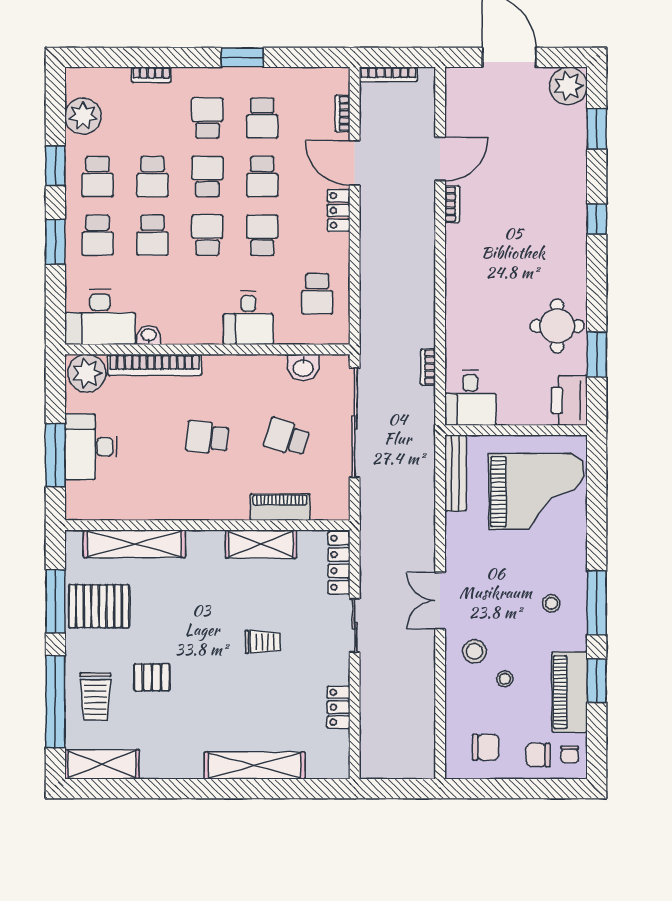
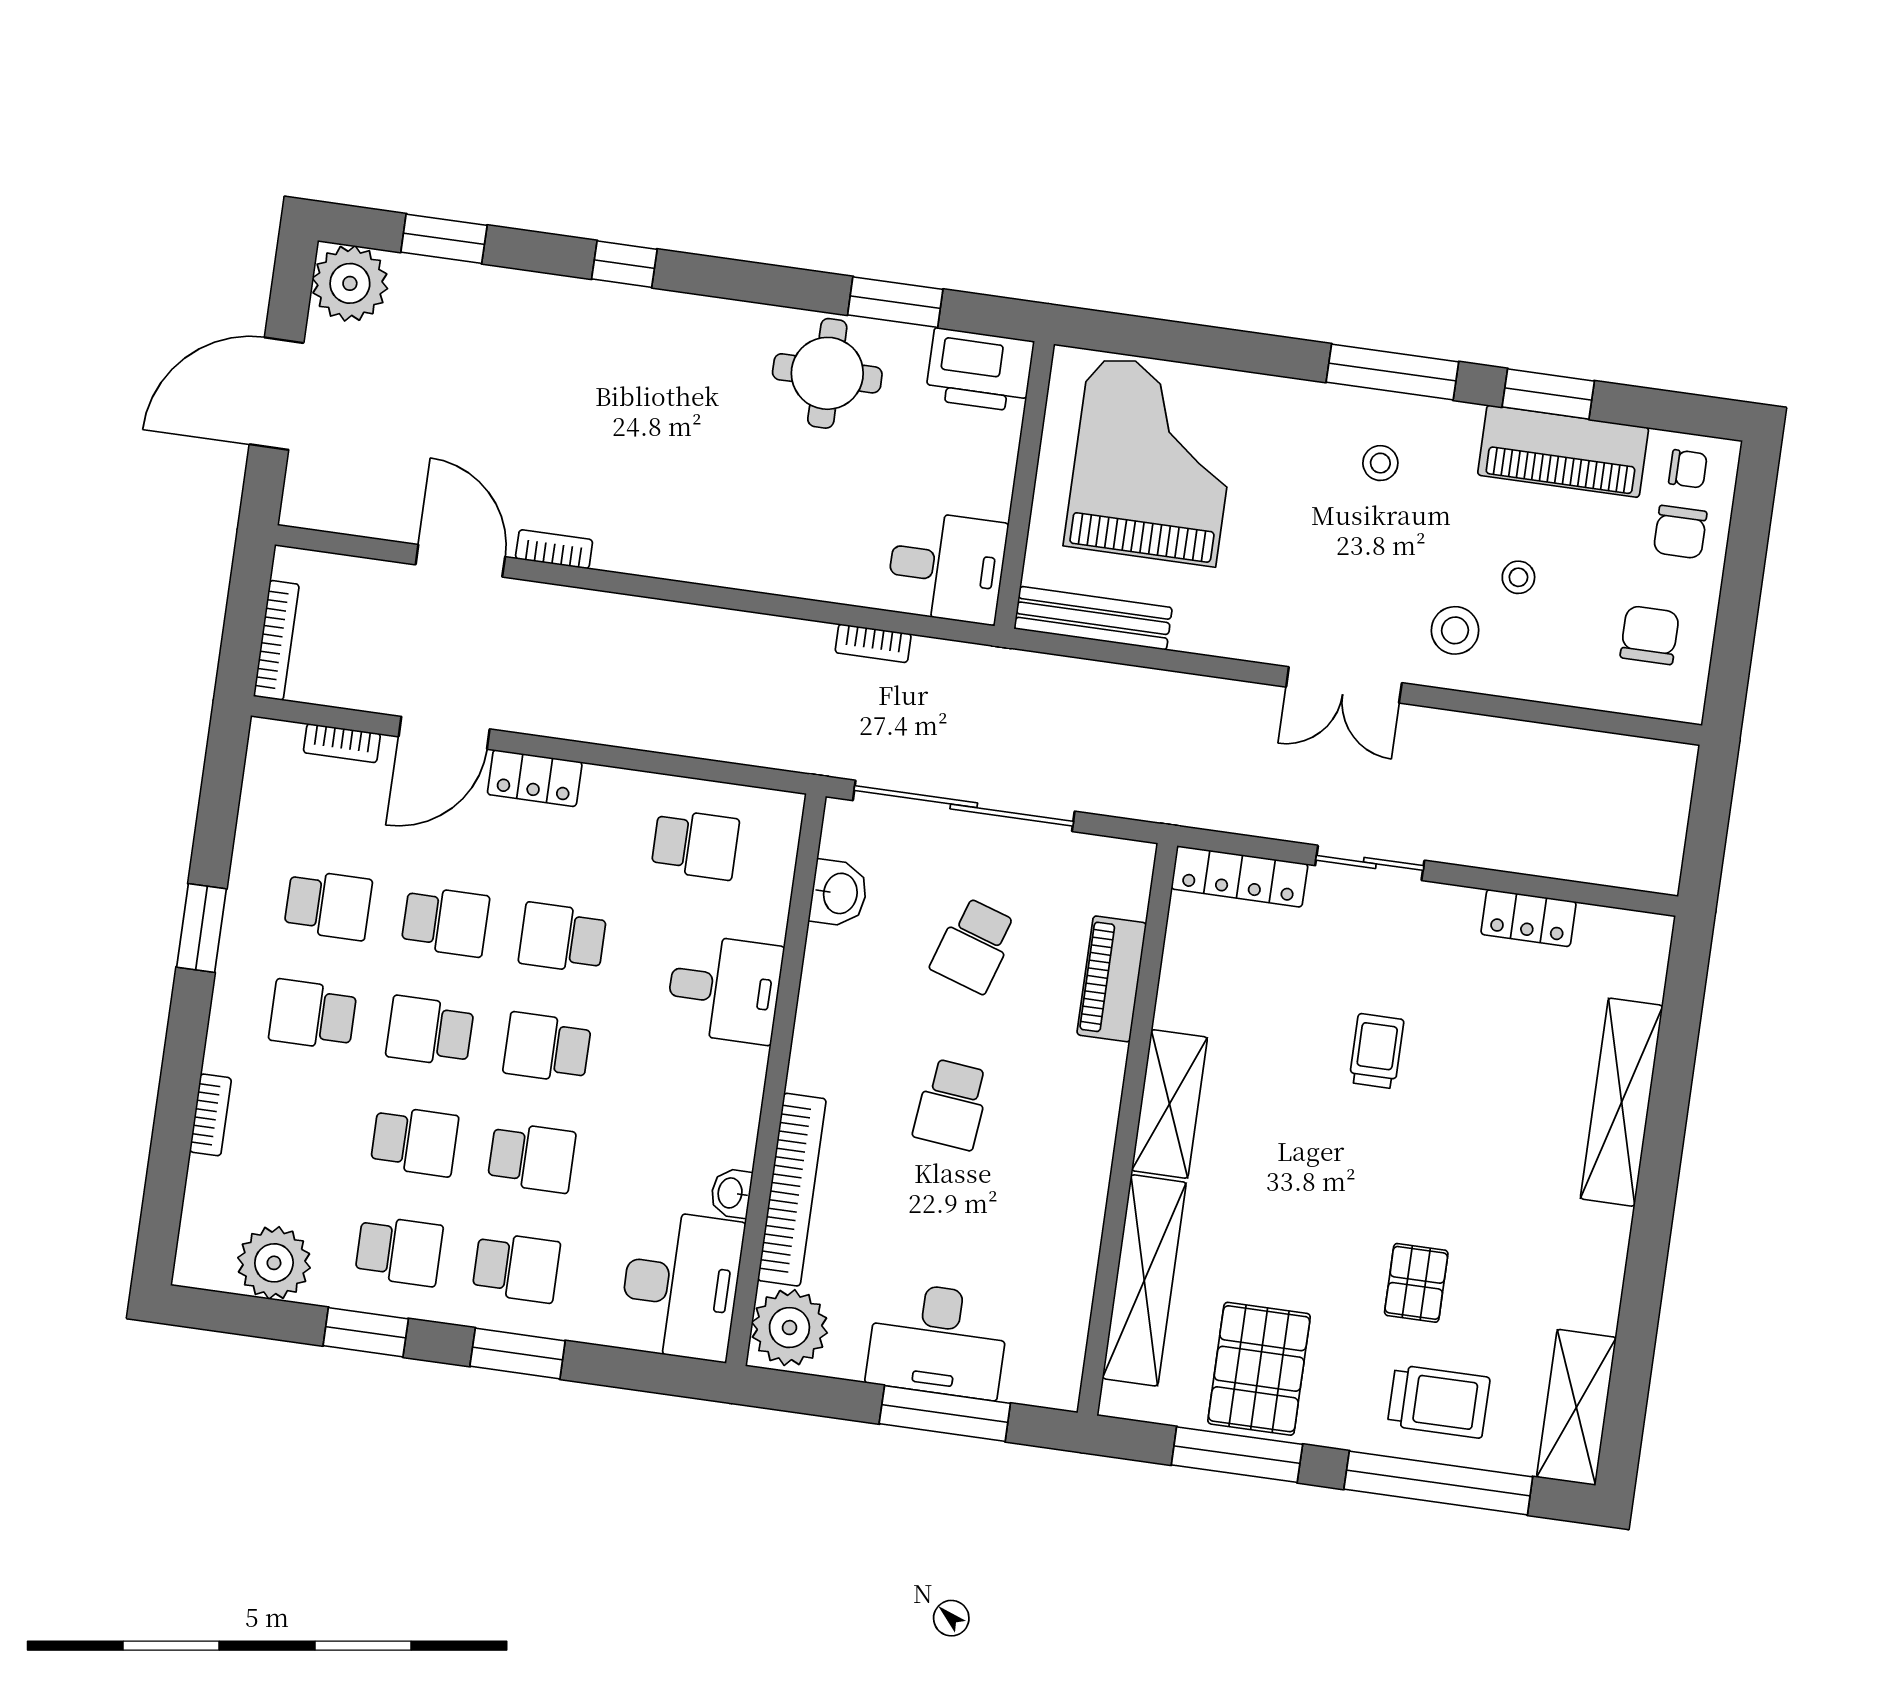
shelving: (261, 544) -> (1170, 1104), moved

